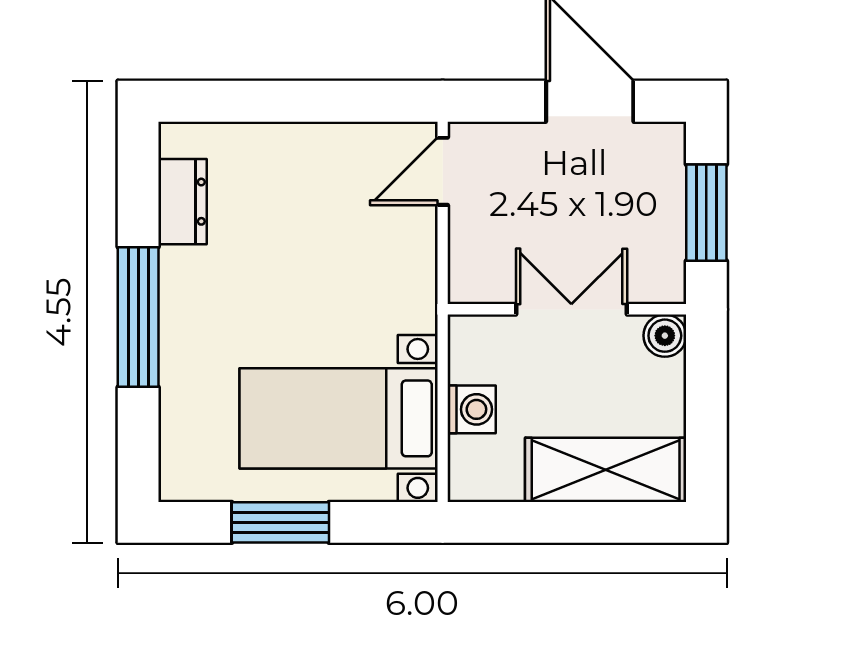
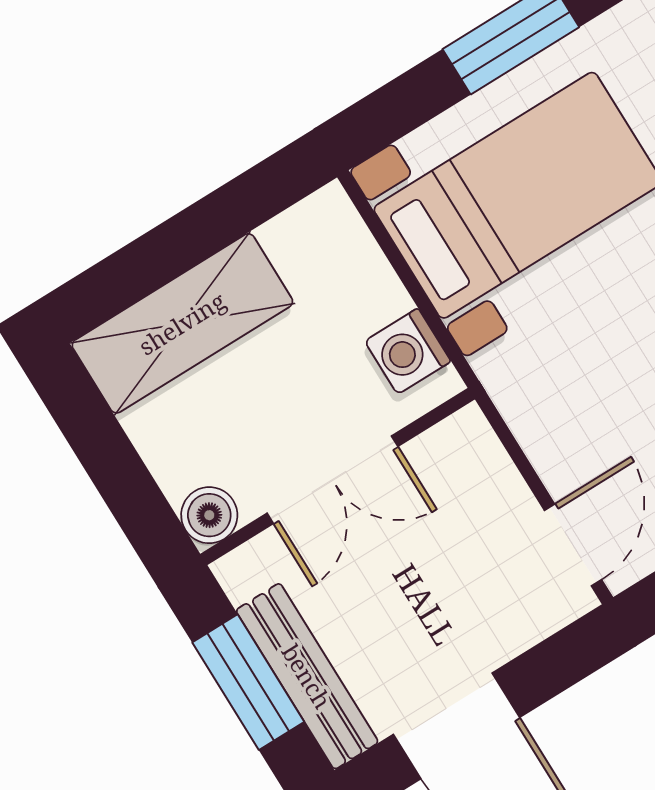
bench: (666, 193) -> (307, 676), added
washing machine: (472, 409) -> (408, 351), moved

